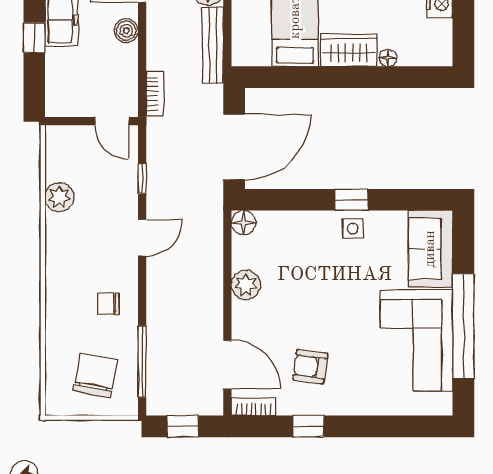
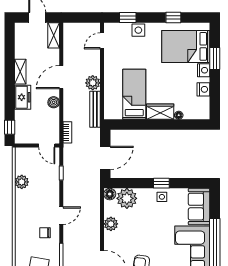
window: (34, 38) -> (10, 127), moved
door: (234, 147) -> (105, 158), width x0.73
plant: (279, 232) -> (127, 198), added
door: (142, 238) -> (61, 216), moved

